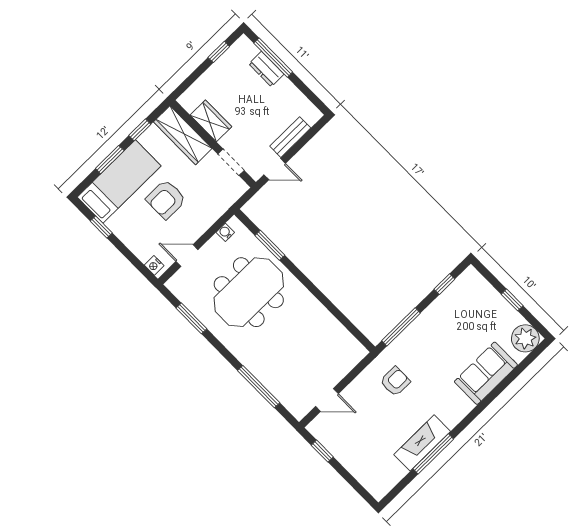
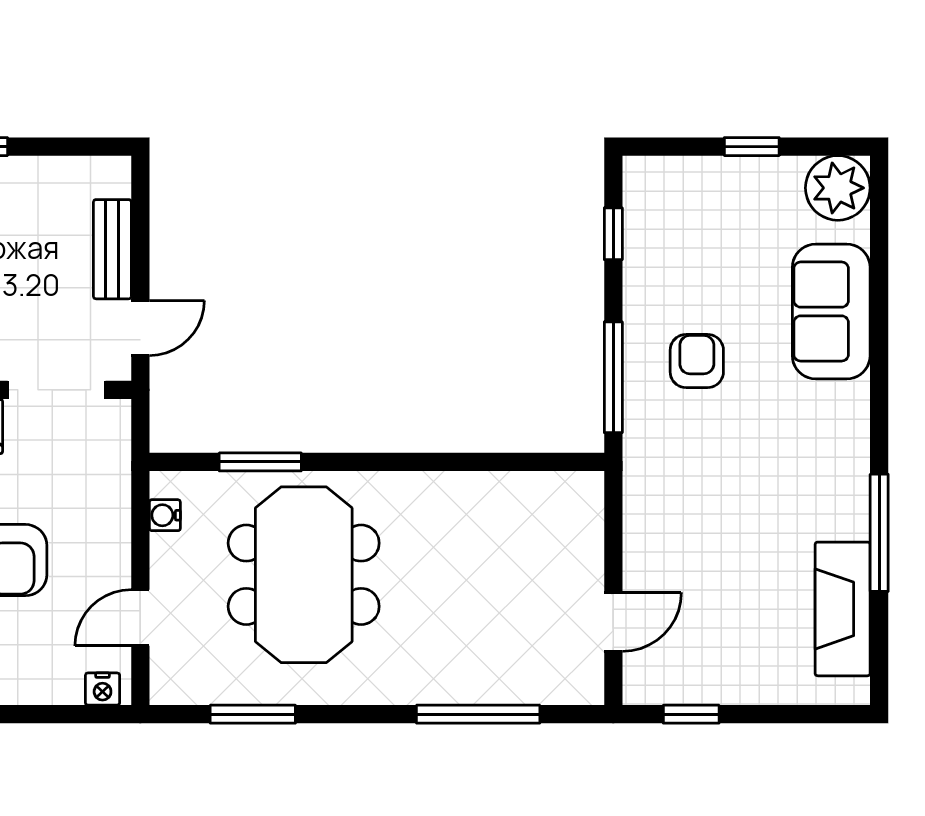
doorway: (231, 162) -> (57, 390), width x1.38
armchair: (395, 381) -> (697, 361), moved
fireplace: (422, 443) -> (843, 609), moved

